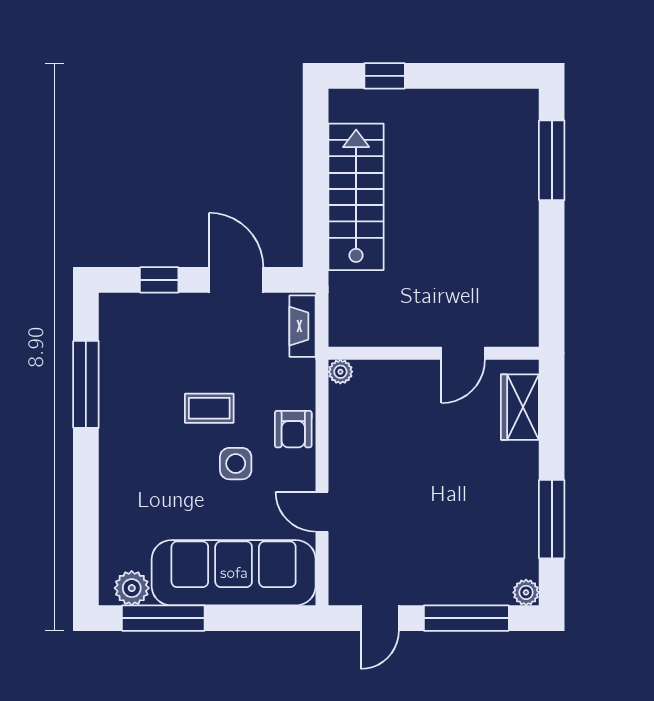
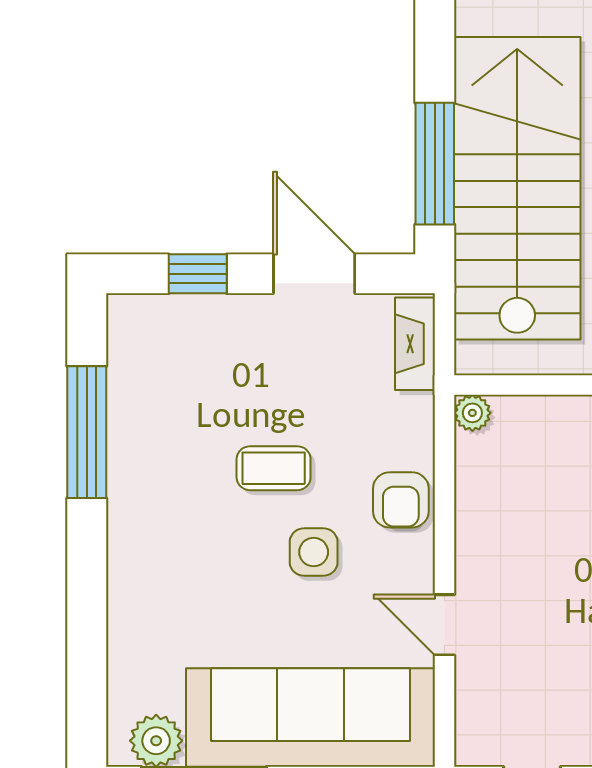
stairs: (356, 197) -> (517, 188), width x1.36, depth x1.51
window: (316, 207) -> (435, 164), added

